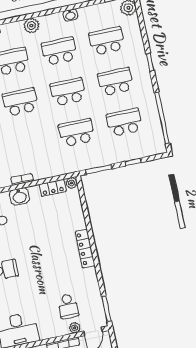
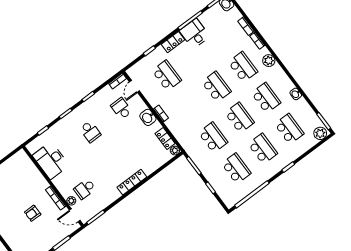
plant: (31, 26) -> (269, 61), moved

